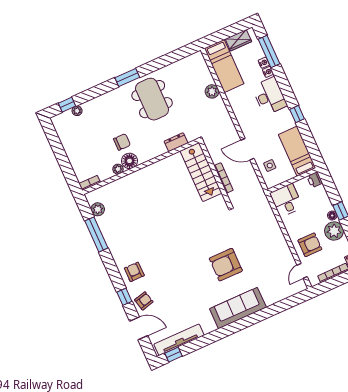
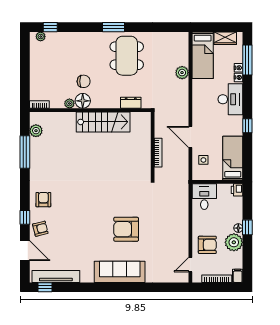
plant: (77, 111) -> (41, 37), moved
stairs: (201, 172) -> (103, 122), moved, turned -90

